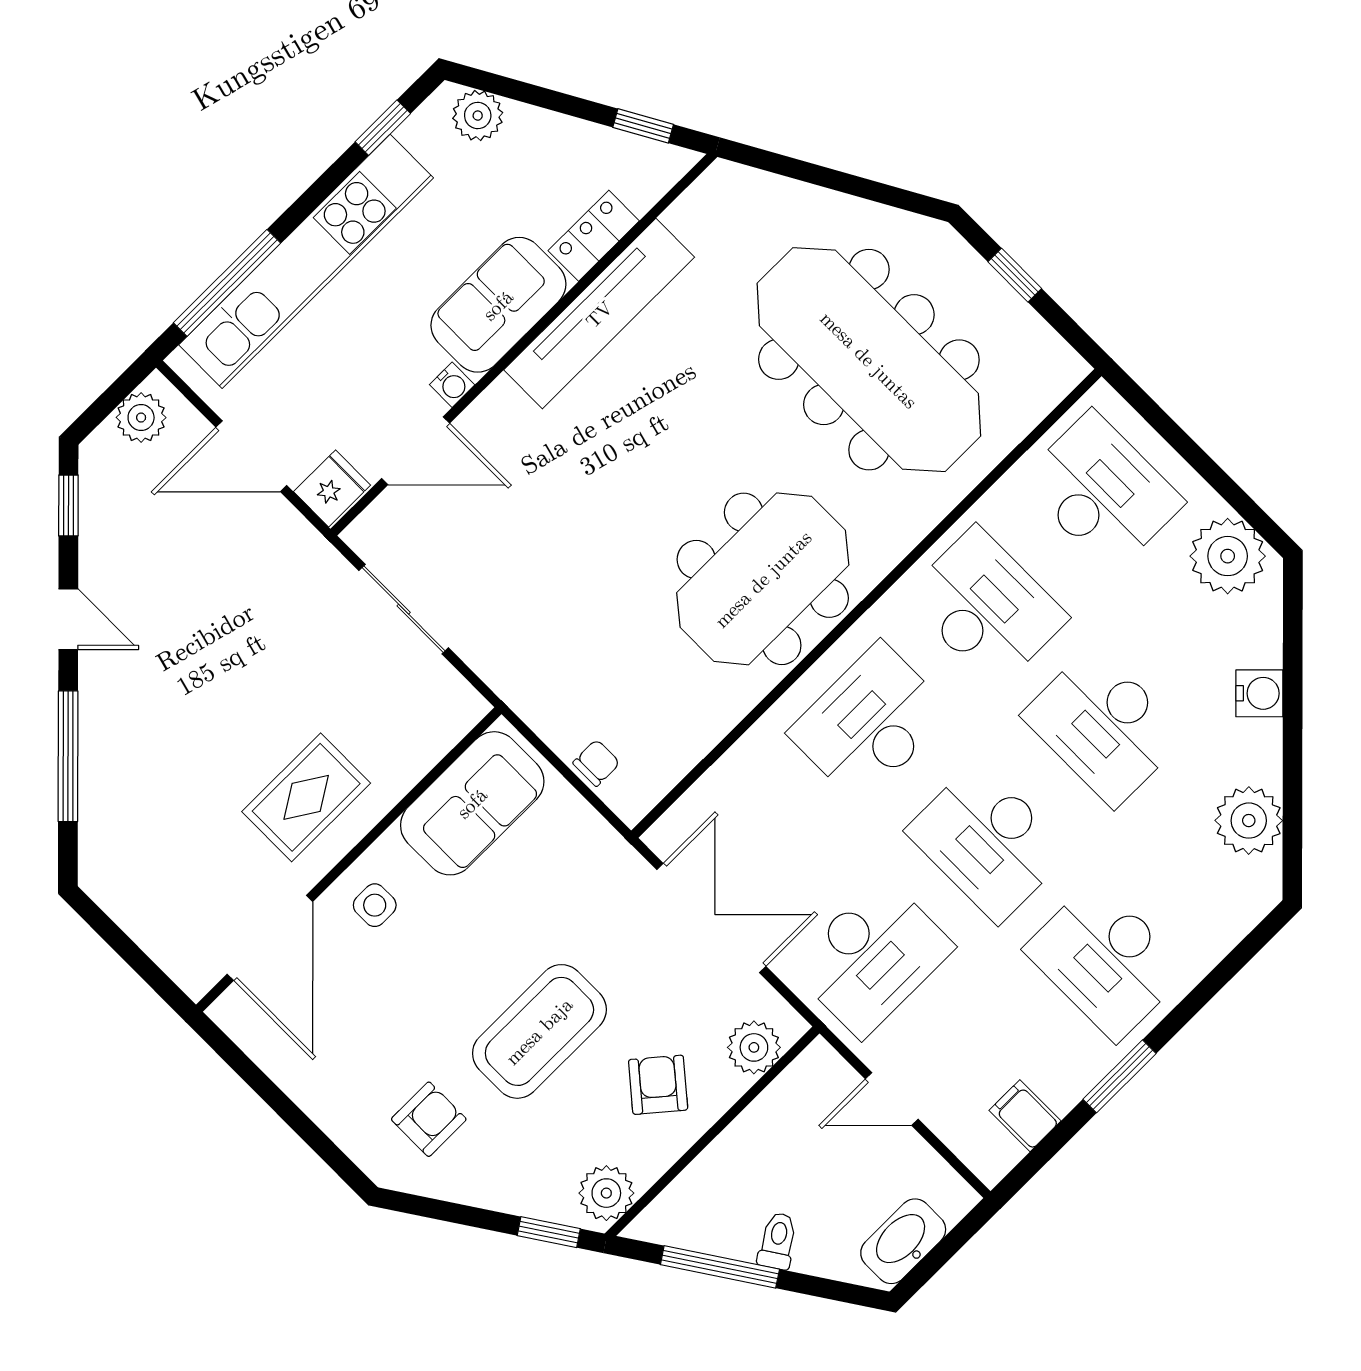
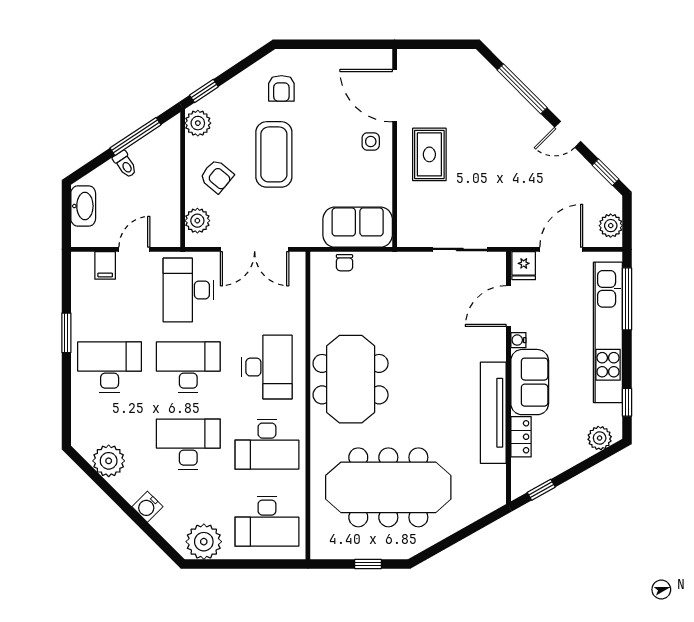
sofa: (472, 803) -> (358, 227), moved, turned 90
filing cabinet: (1025, 1116) -> (105, 265), moved, turned 90

